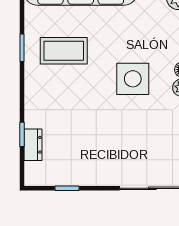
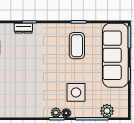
side table: (133, 79) -> (76, 92), moved

